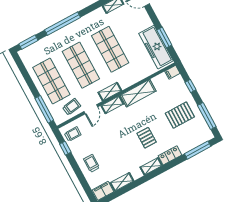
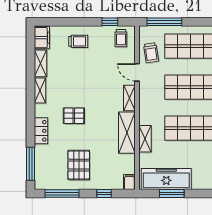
shelving: (110, 92) -> (145, 139), moved
shelving: (151, 166) -> (40, 91), moved

